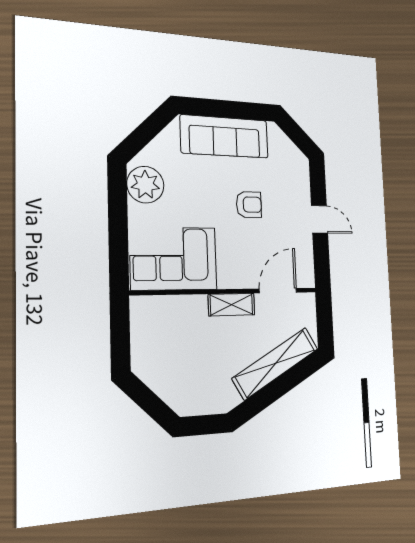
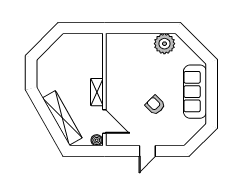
armchair: (249, 205) -> (155, 105), turned 135
corner sofa: (174, 259) -> (123, 59), removed
boiler: (307, 303) -> (97, 140), added

